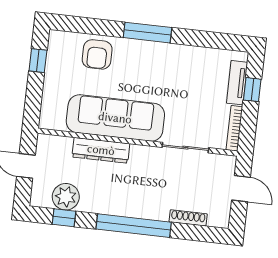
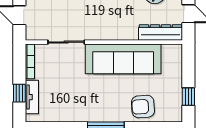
armchair: (97, 54) -> (143, 107), turned -94
dresser: (101, 150) -> (160, 32), moved

